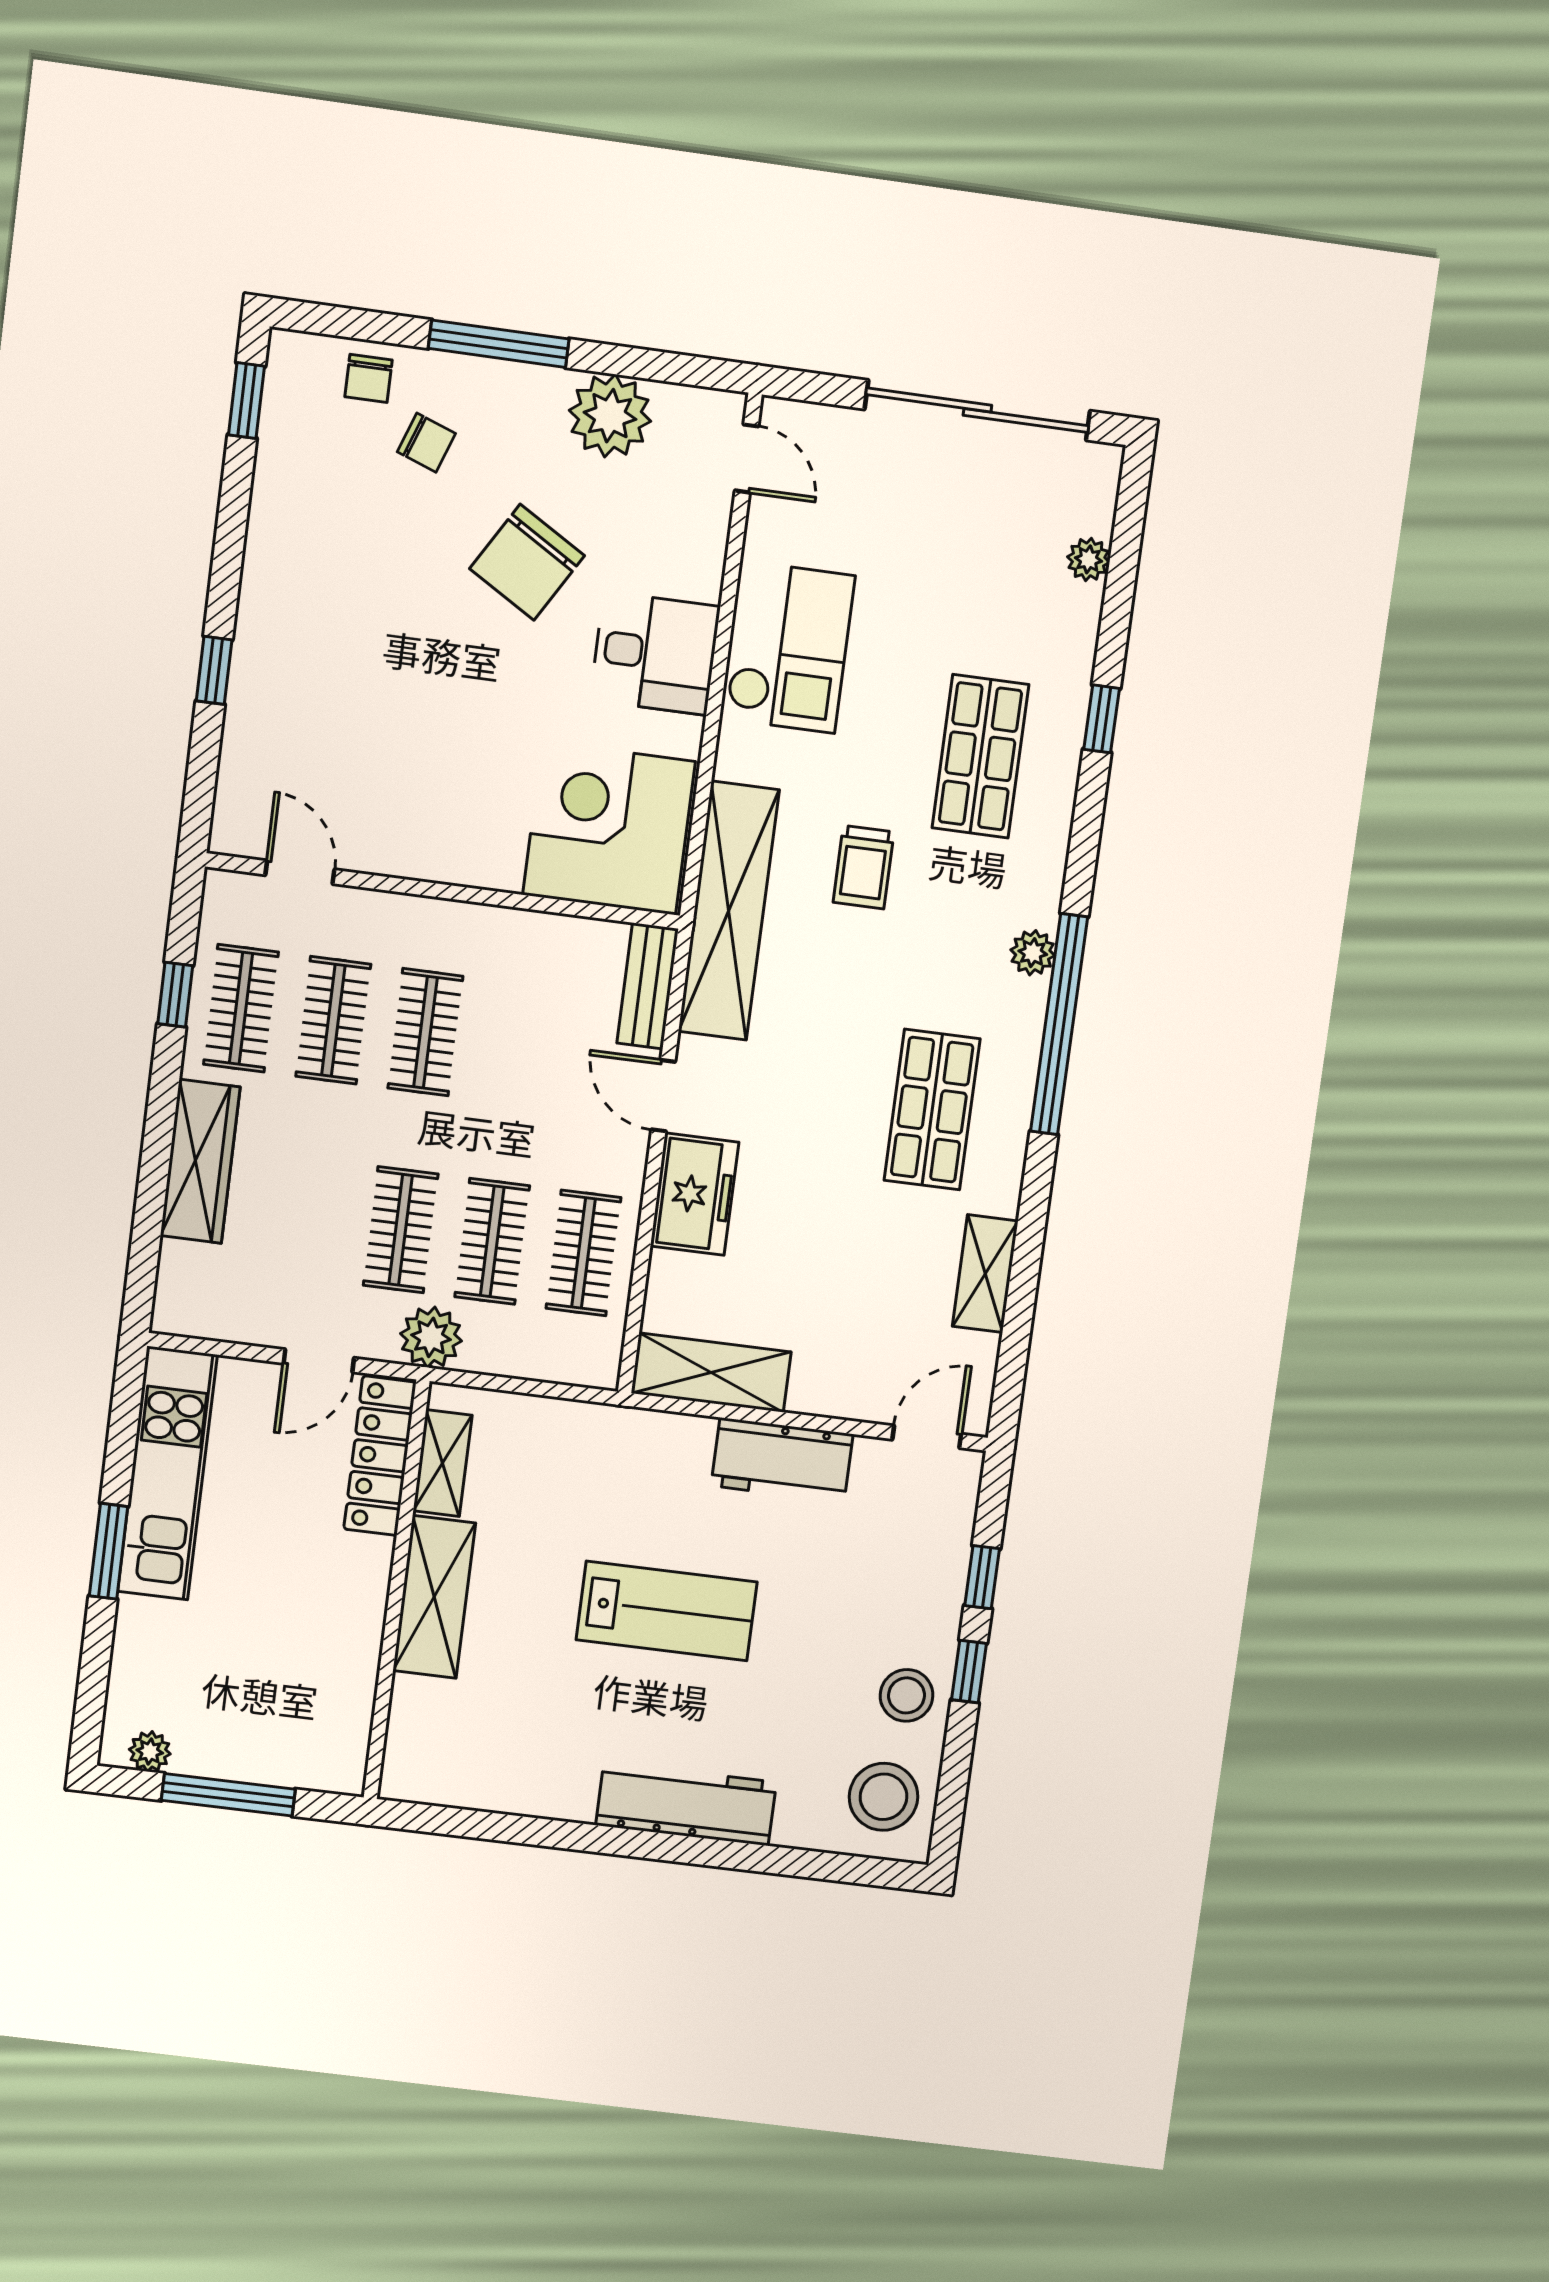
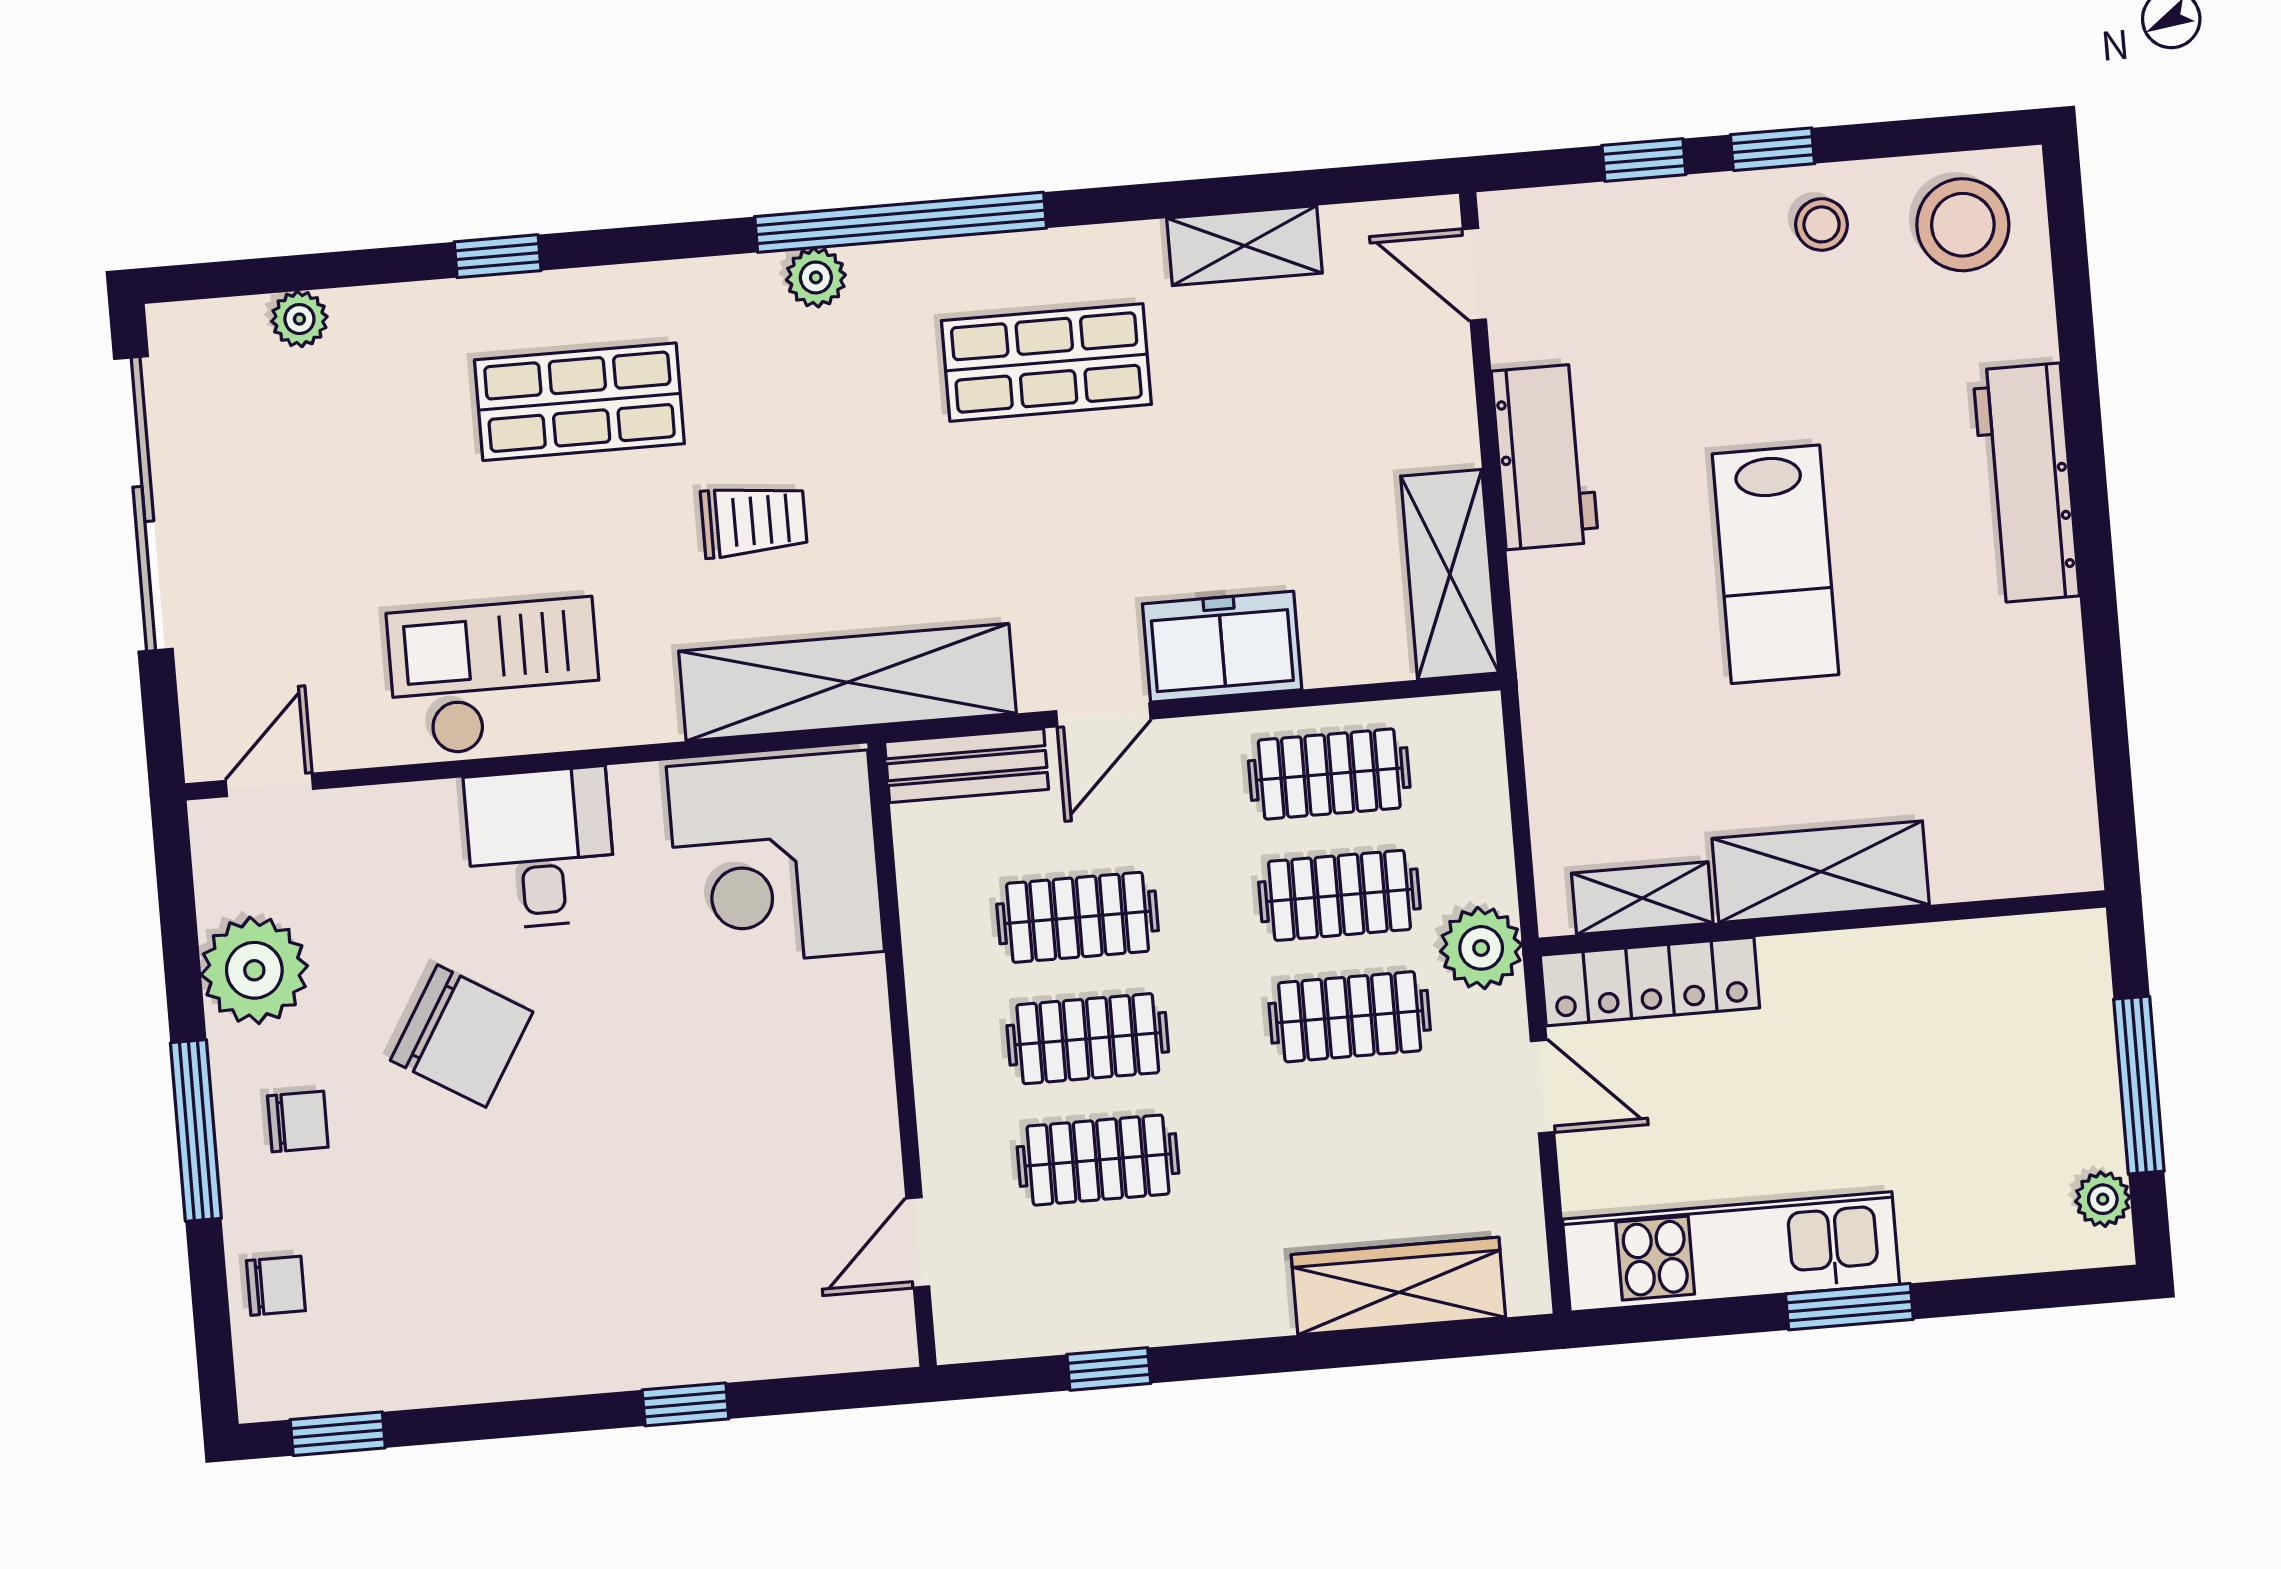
chair: (426, 443) -> (298, 1122), moved, turned 70
clothes rail: (241, 1008) -> (1078, 917), moved
wardrobe: (200, 1161) -> (1398, 1286), moved
lab bench: (667, 1611) -> (1776, 564), turned 180
stool: (907, 1695) -> (1822, 224), width x0.73, depth x0.73

